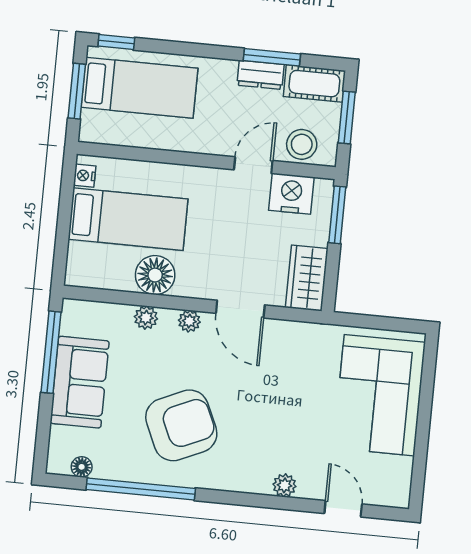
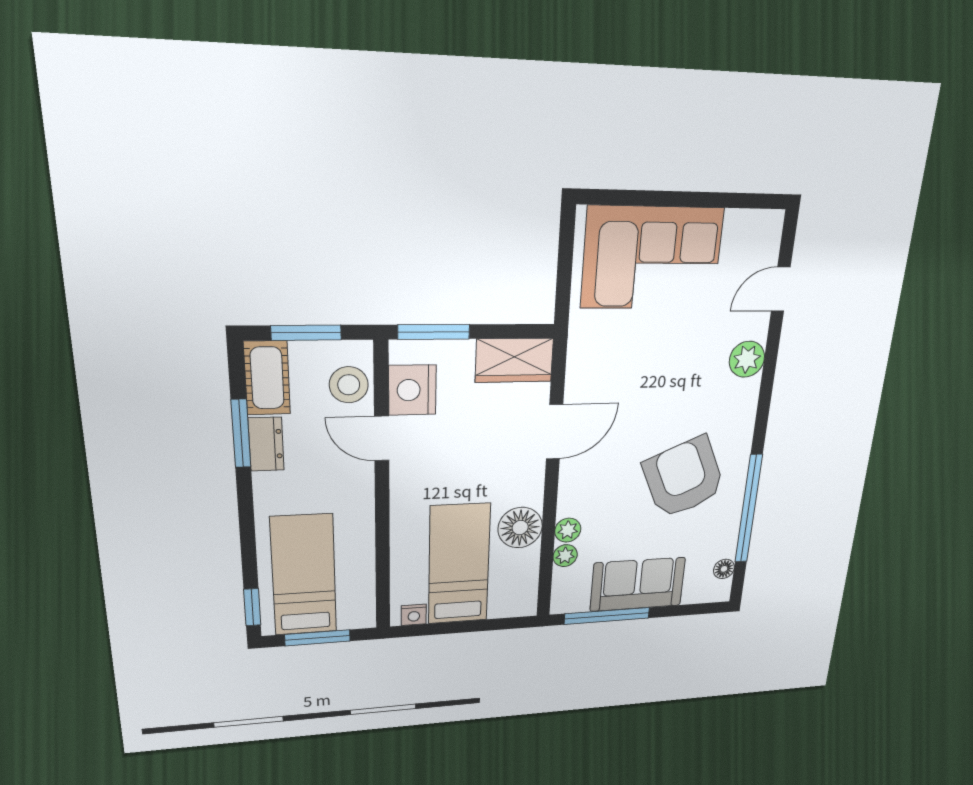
plant: (189, 321) -> (565, 556), moved
plant: (284, 485) -> (747, 359), width x1.38, depth x1.38

